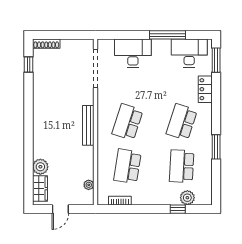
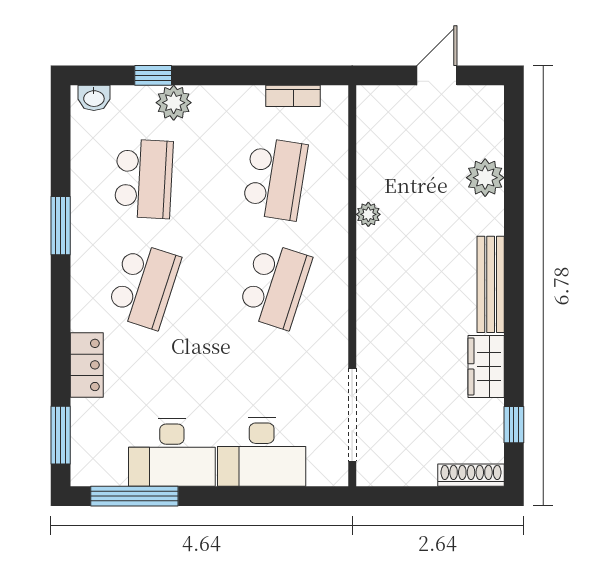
window: (167, 35) -> (134, 496), moved
desk: (189, 53) -> (172, 452), moved
bench: (88, 125) -> (491, 284), moved
plant: (89, 185) -> (368, 214), moved
wardrobe: (40, 189) -> (486, 366), moved
plant: (187, 198) -> (174, 103), moved
washbasin: (202, 200) -> (94, 98), added

